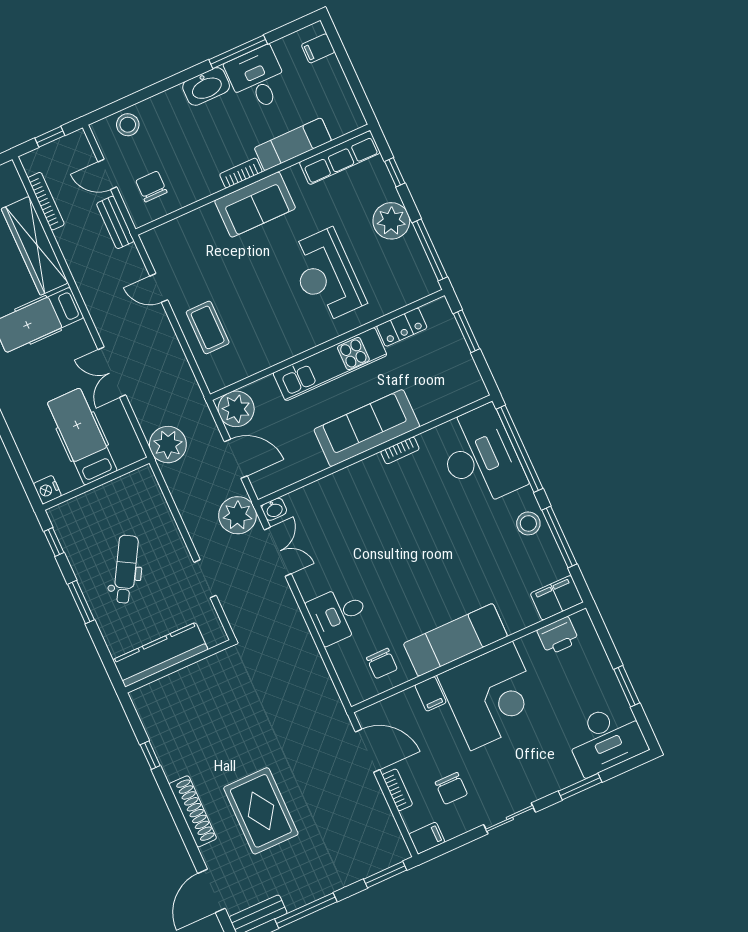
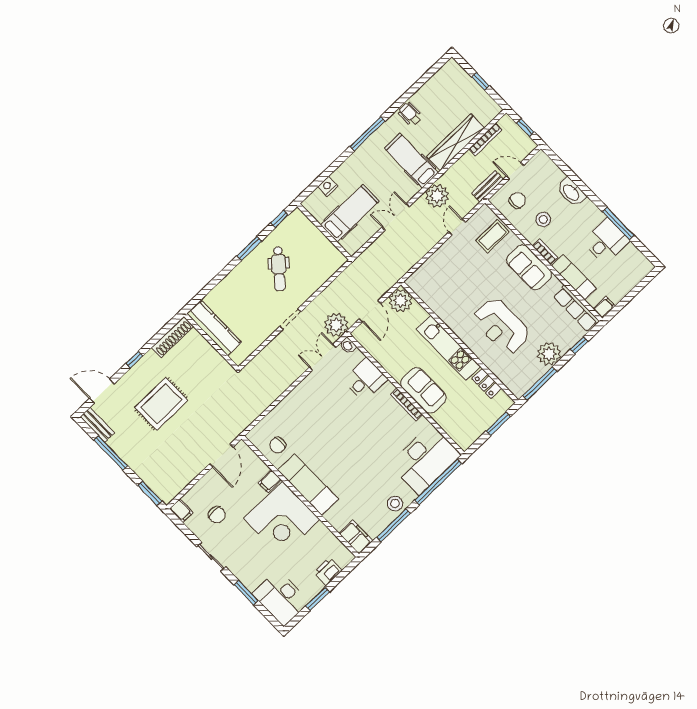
filing cabinet: (318, 48) -> (604, 307), moved, turned 90
washbasin: (206, 86) -> (571, 192), moved
stool: (128, 125) -> (543, 219), moved
door: (107, 174) -> (515, 171), hinge flipped
reception desk: (326, 276) -> (501, 326), turned -90
coffee table: (208, 327) -> (492, 236), moved
sofa: (367, 428) -> (423, 390), width x0.73
plant: (168, 445) -> (437, 196), moved
bookcase: (400, 450) -> (407, 405), width x1.56
nightstand: (47, 490) -> (328, 186), moved
double door: (278, 552) -> (323, 357), swing flipped
dental chair: (126, 569) -> (279, 269), turned 101
desk: (338, 615) -> (365, 380), moved, turned 90
printer: (558, 636) -> (328, 571), moved, turned 90
kitchen counter: (160, 655) -> (214, 328), moved
wall: (178, 666) -> (211, 342), moved
window: (150, 755) -> (134, 360), moved
chair: (451, 788) -> (217, 515), turned -89
bookcase: (397, 790) -> (204, 482), removed
shoe rack: (193, 811) -> (172, 337), moved

